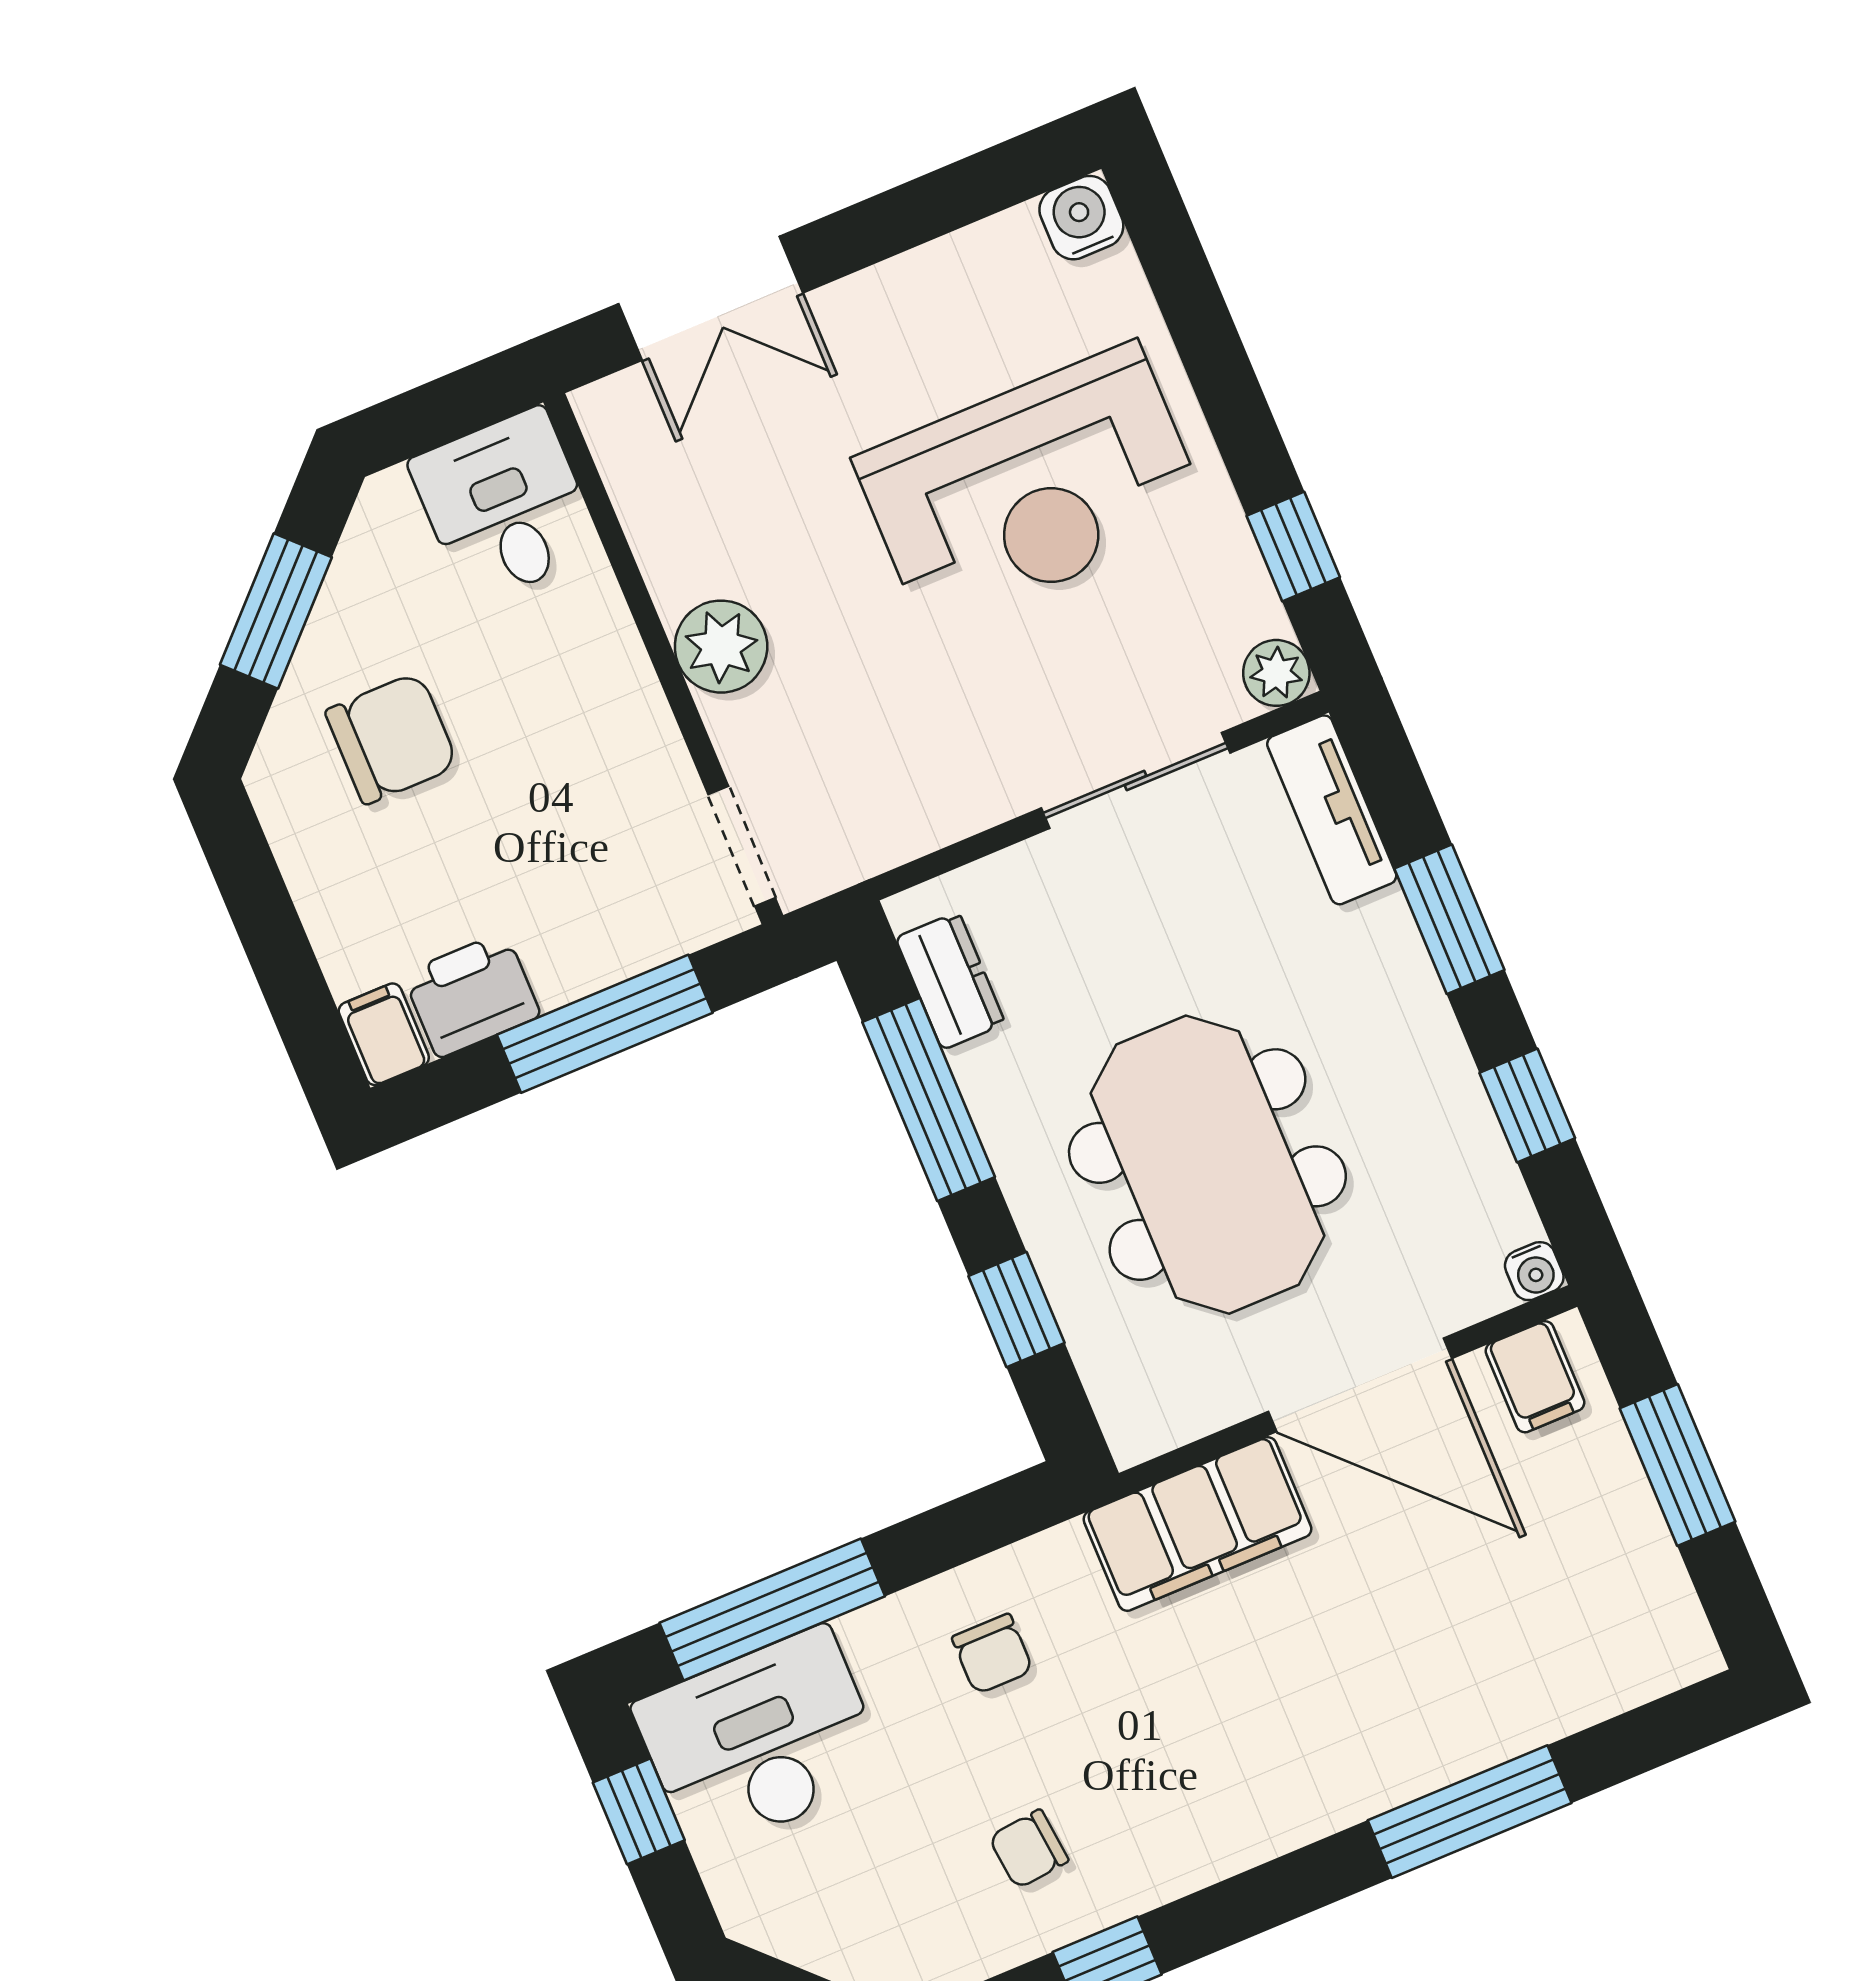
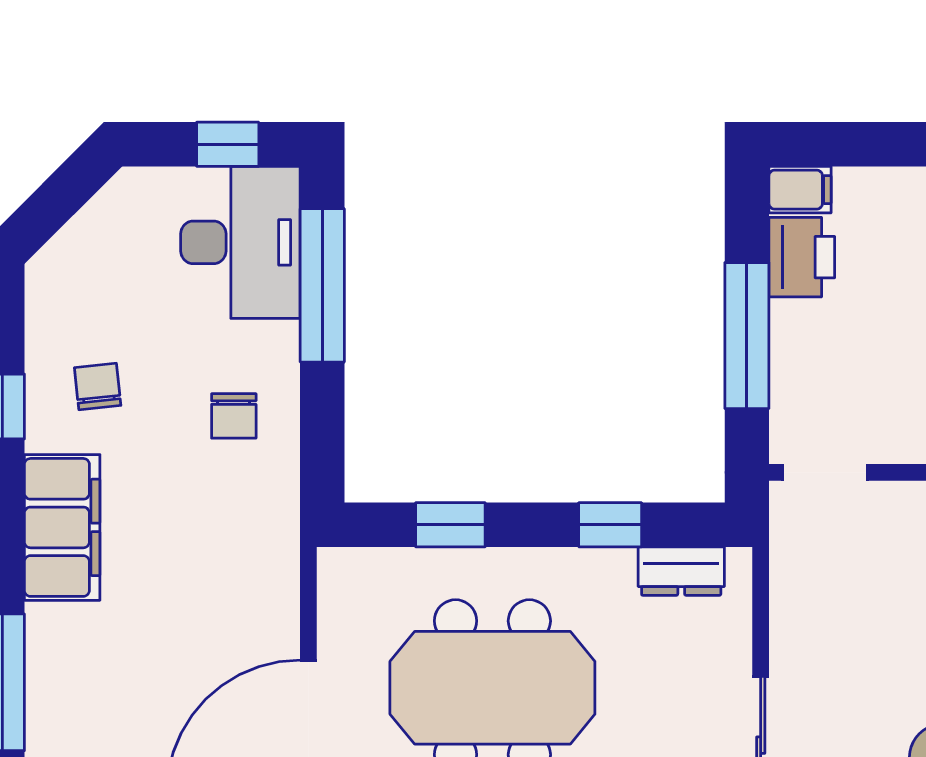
window: (929, 1099) -> (610, 525), width x0.46
filing cabinet: (1197, 1524) -> (62, 527), moved, turned 180
chair: (992, 1654) -> (234, 416), turned -90

